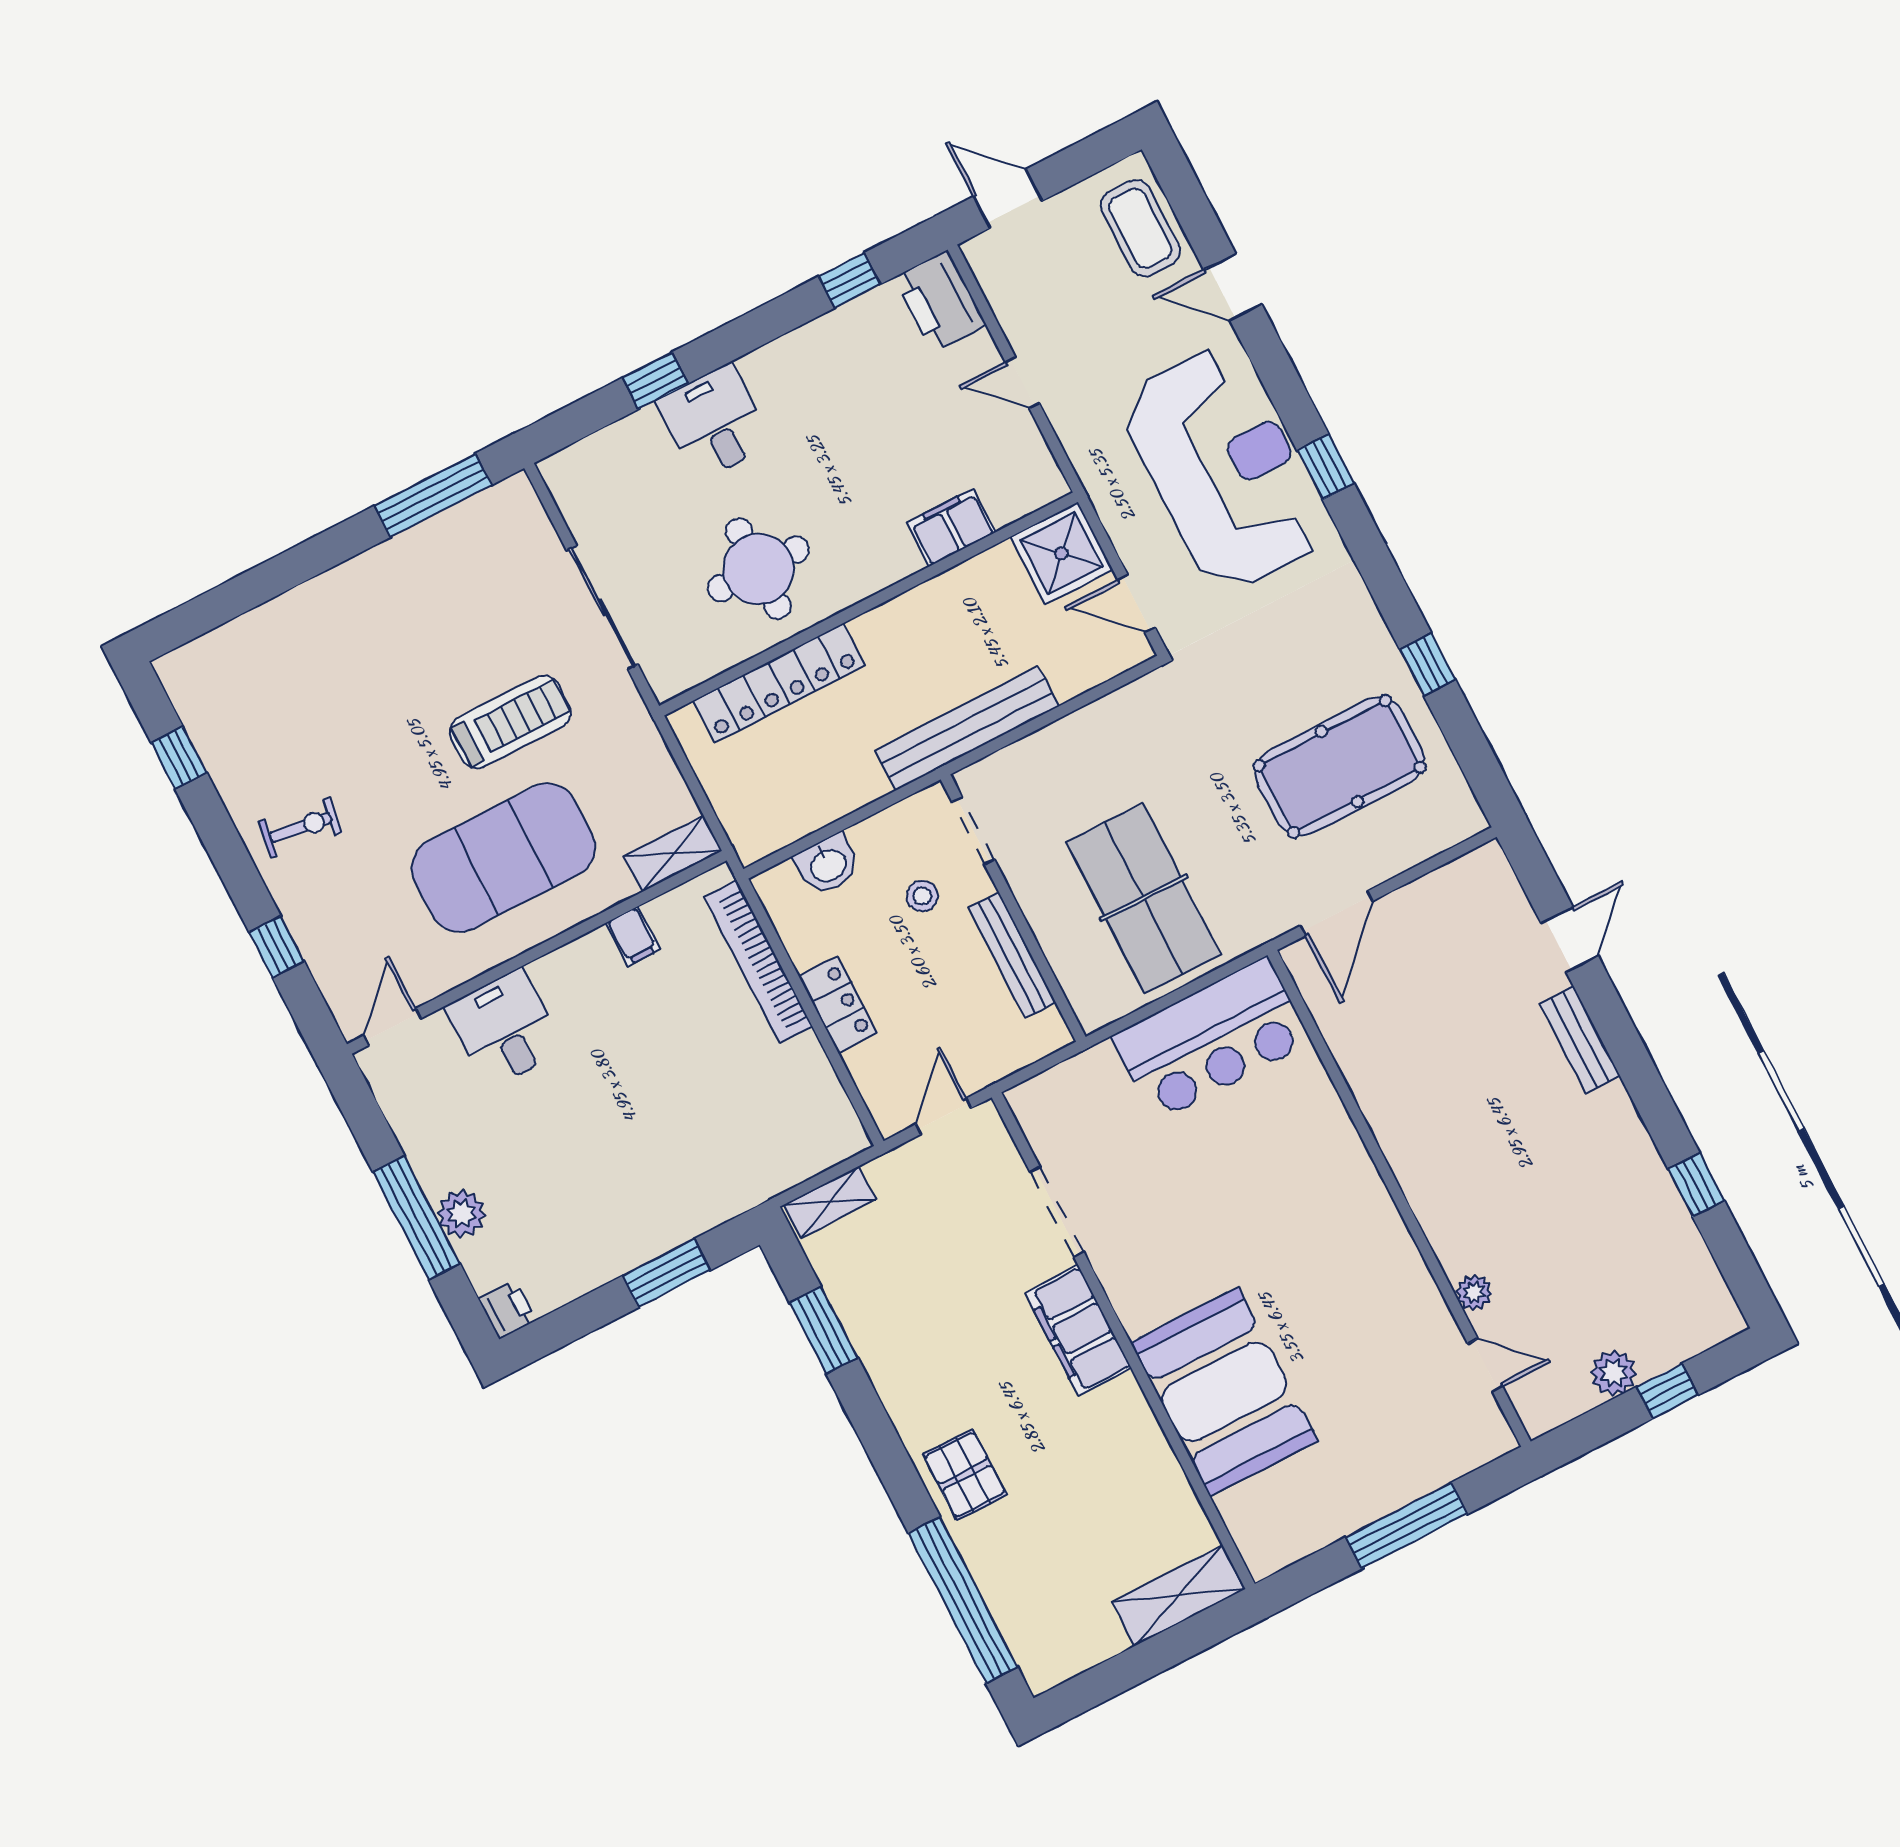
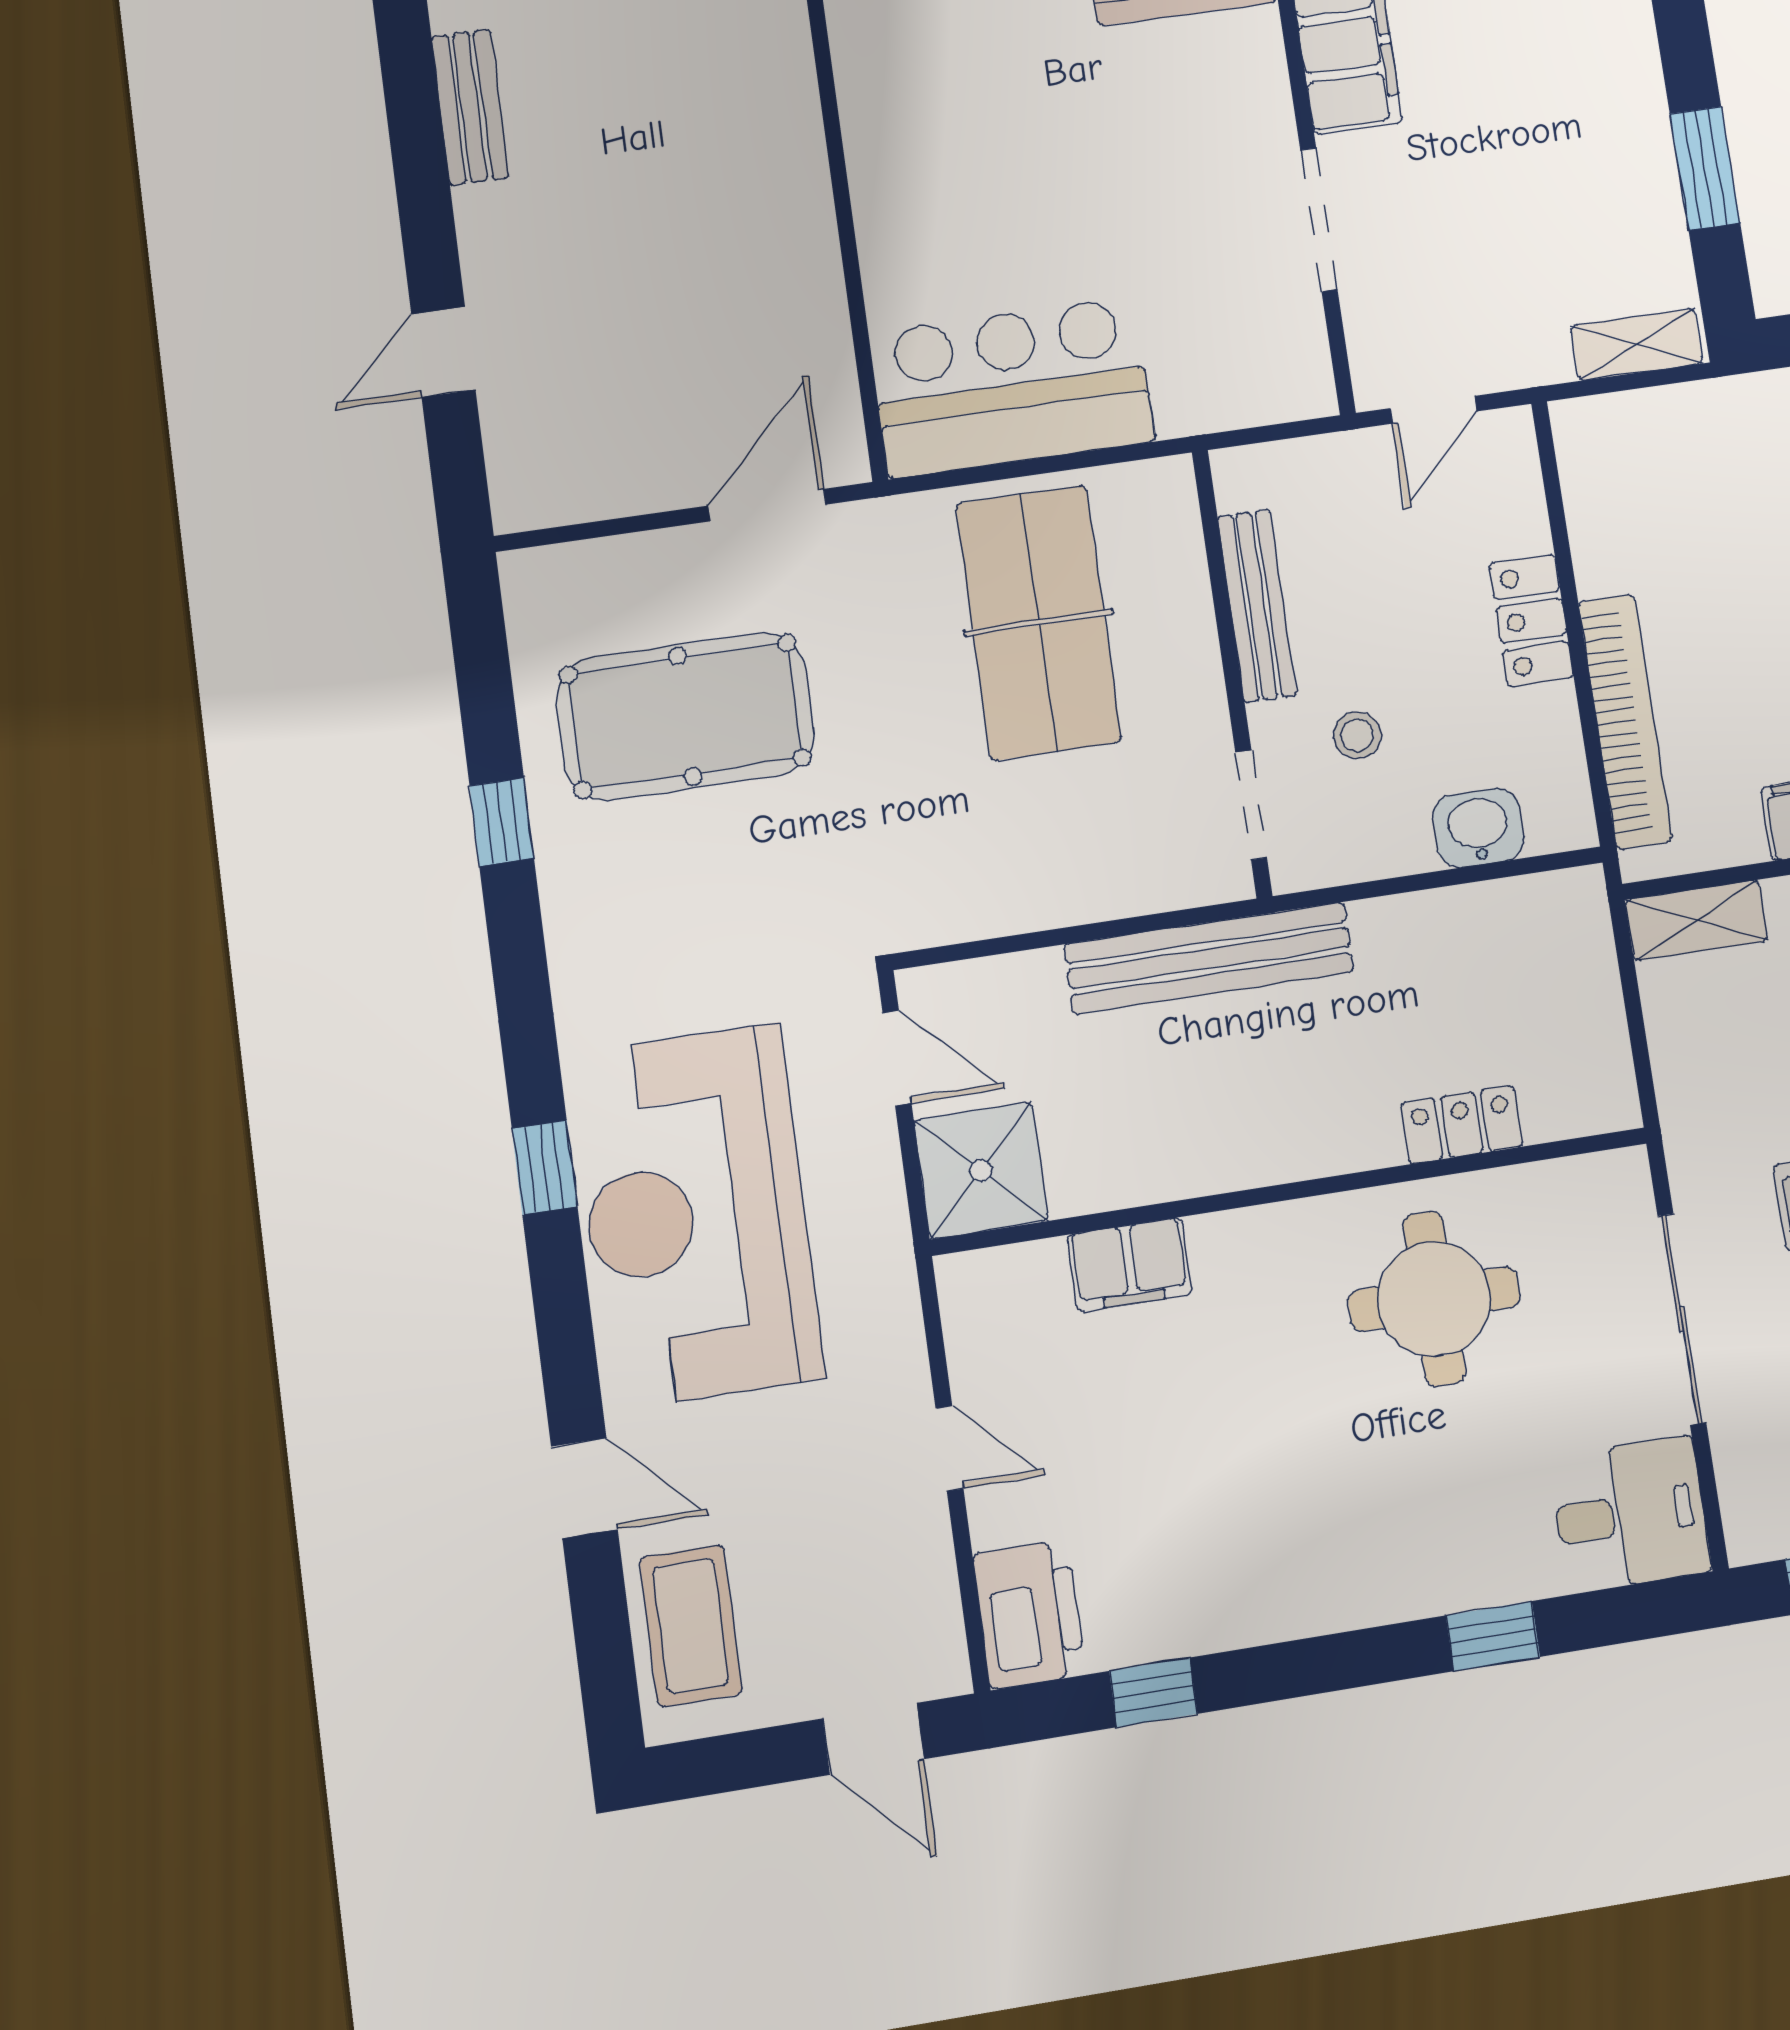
desk: (715, 422) -> (1630, 1514), moved, turned -90
locker: (779, 683) -> (1462, 1125), width x0.46, depth x0.83
bench: (1580, 1040) -> (470, 107), moved

